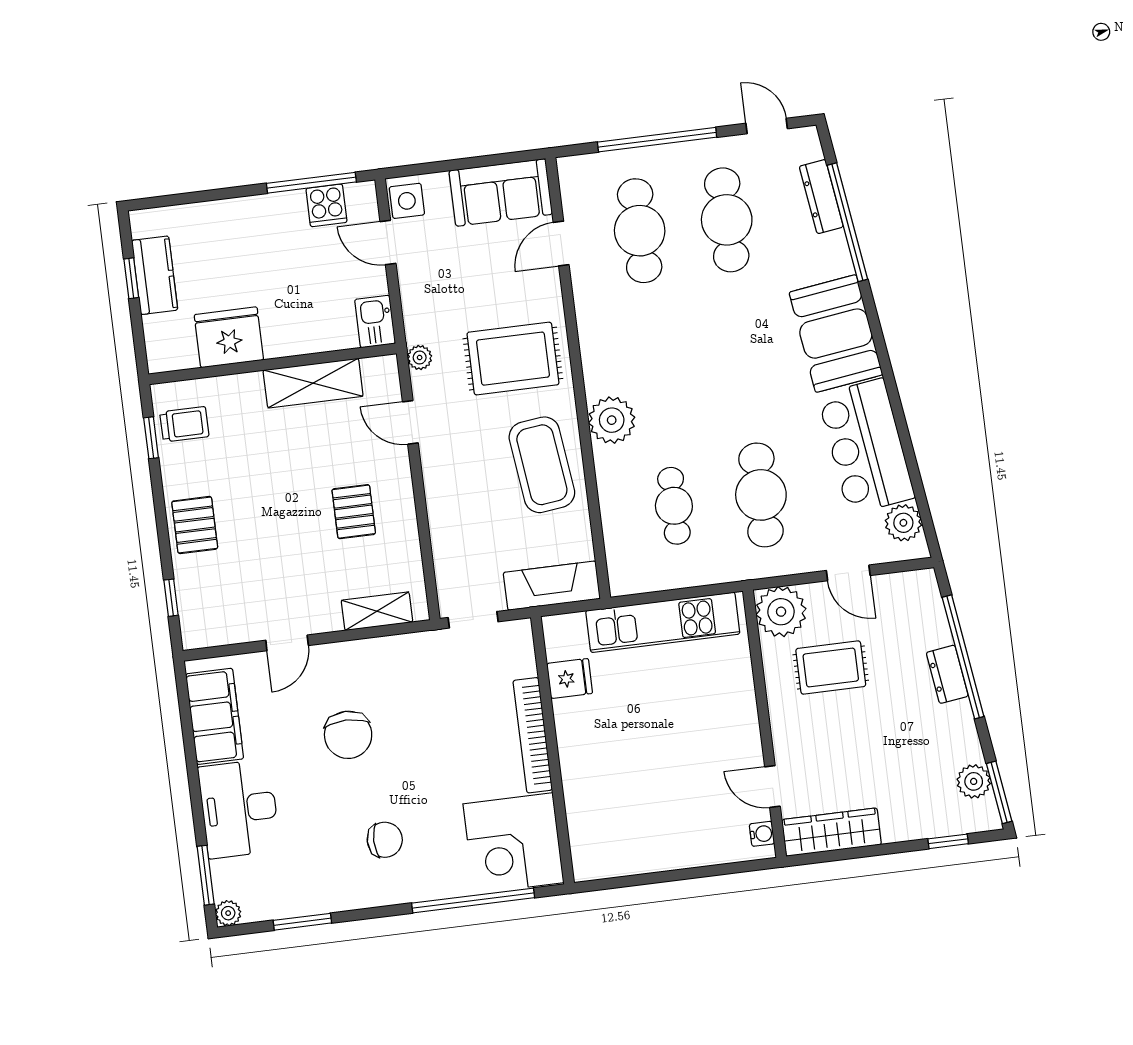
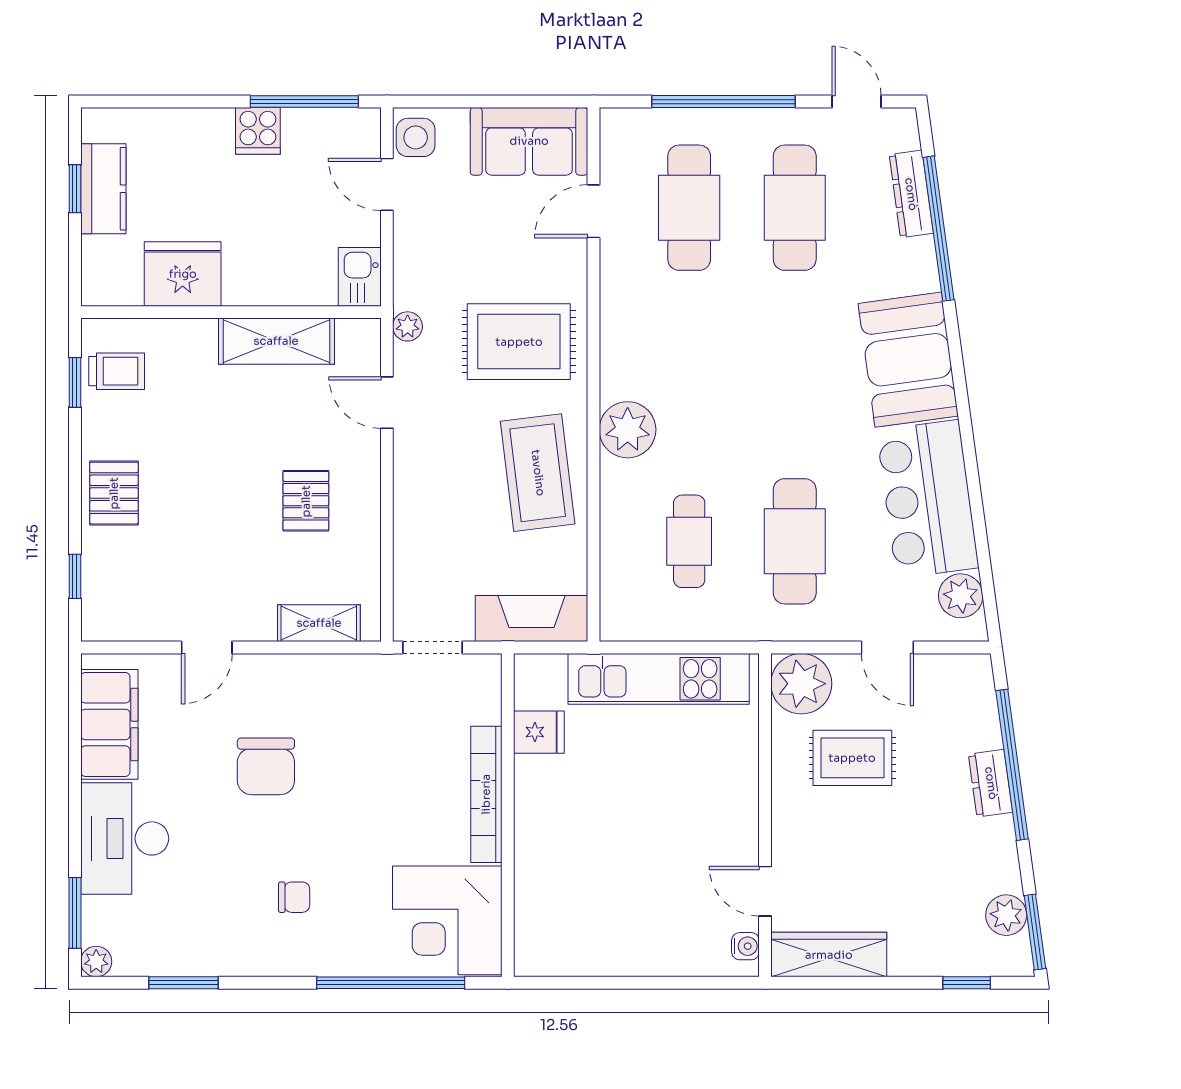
cooker: (326, 205) -> (258, 131), moved
chair: (385, 840) -> (294, 897), width x0.73, depth x0.73

